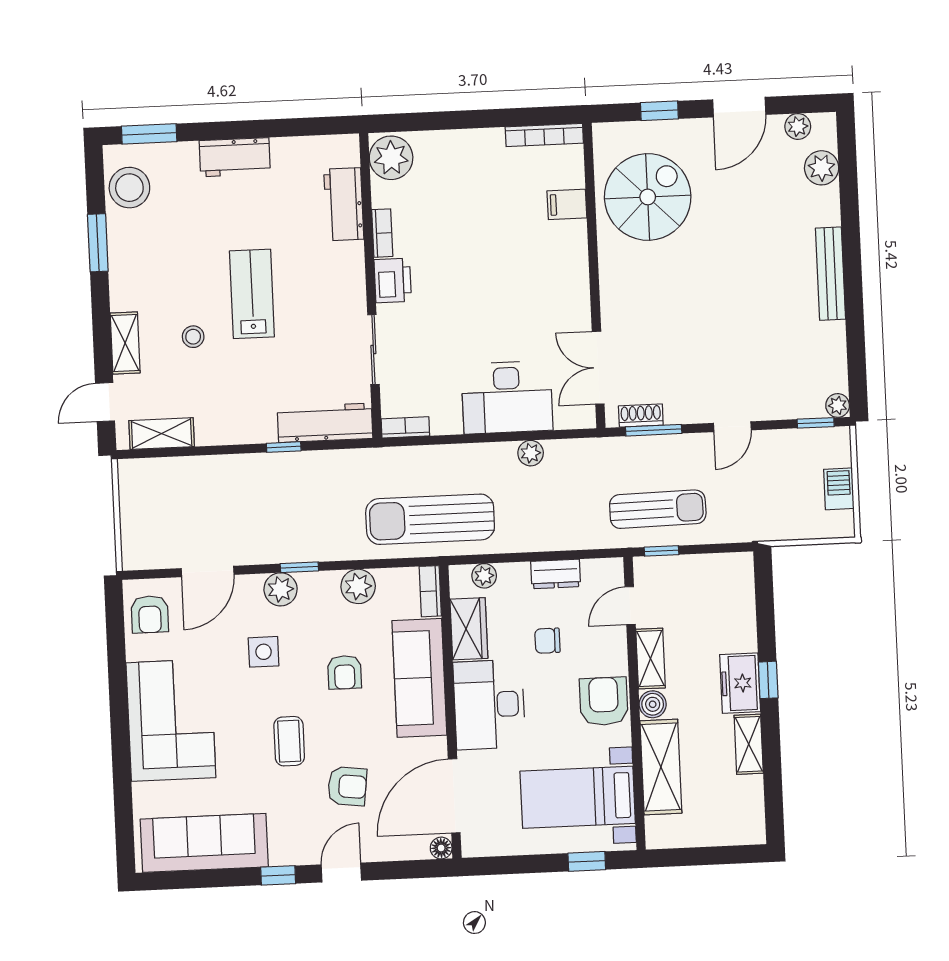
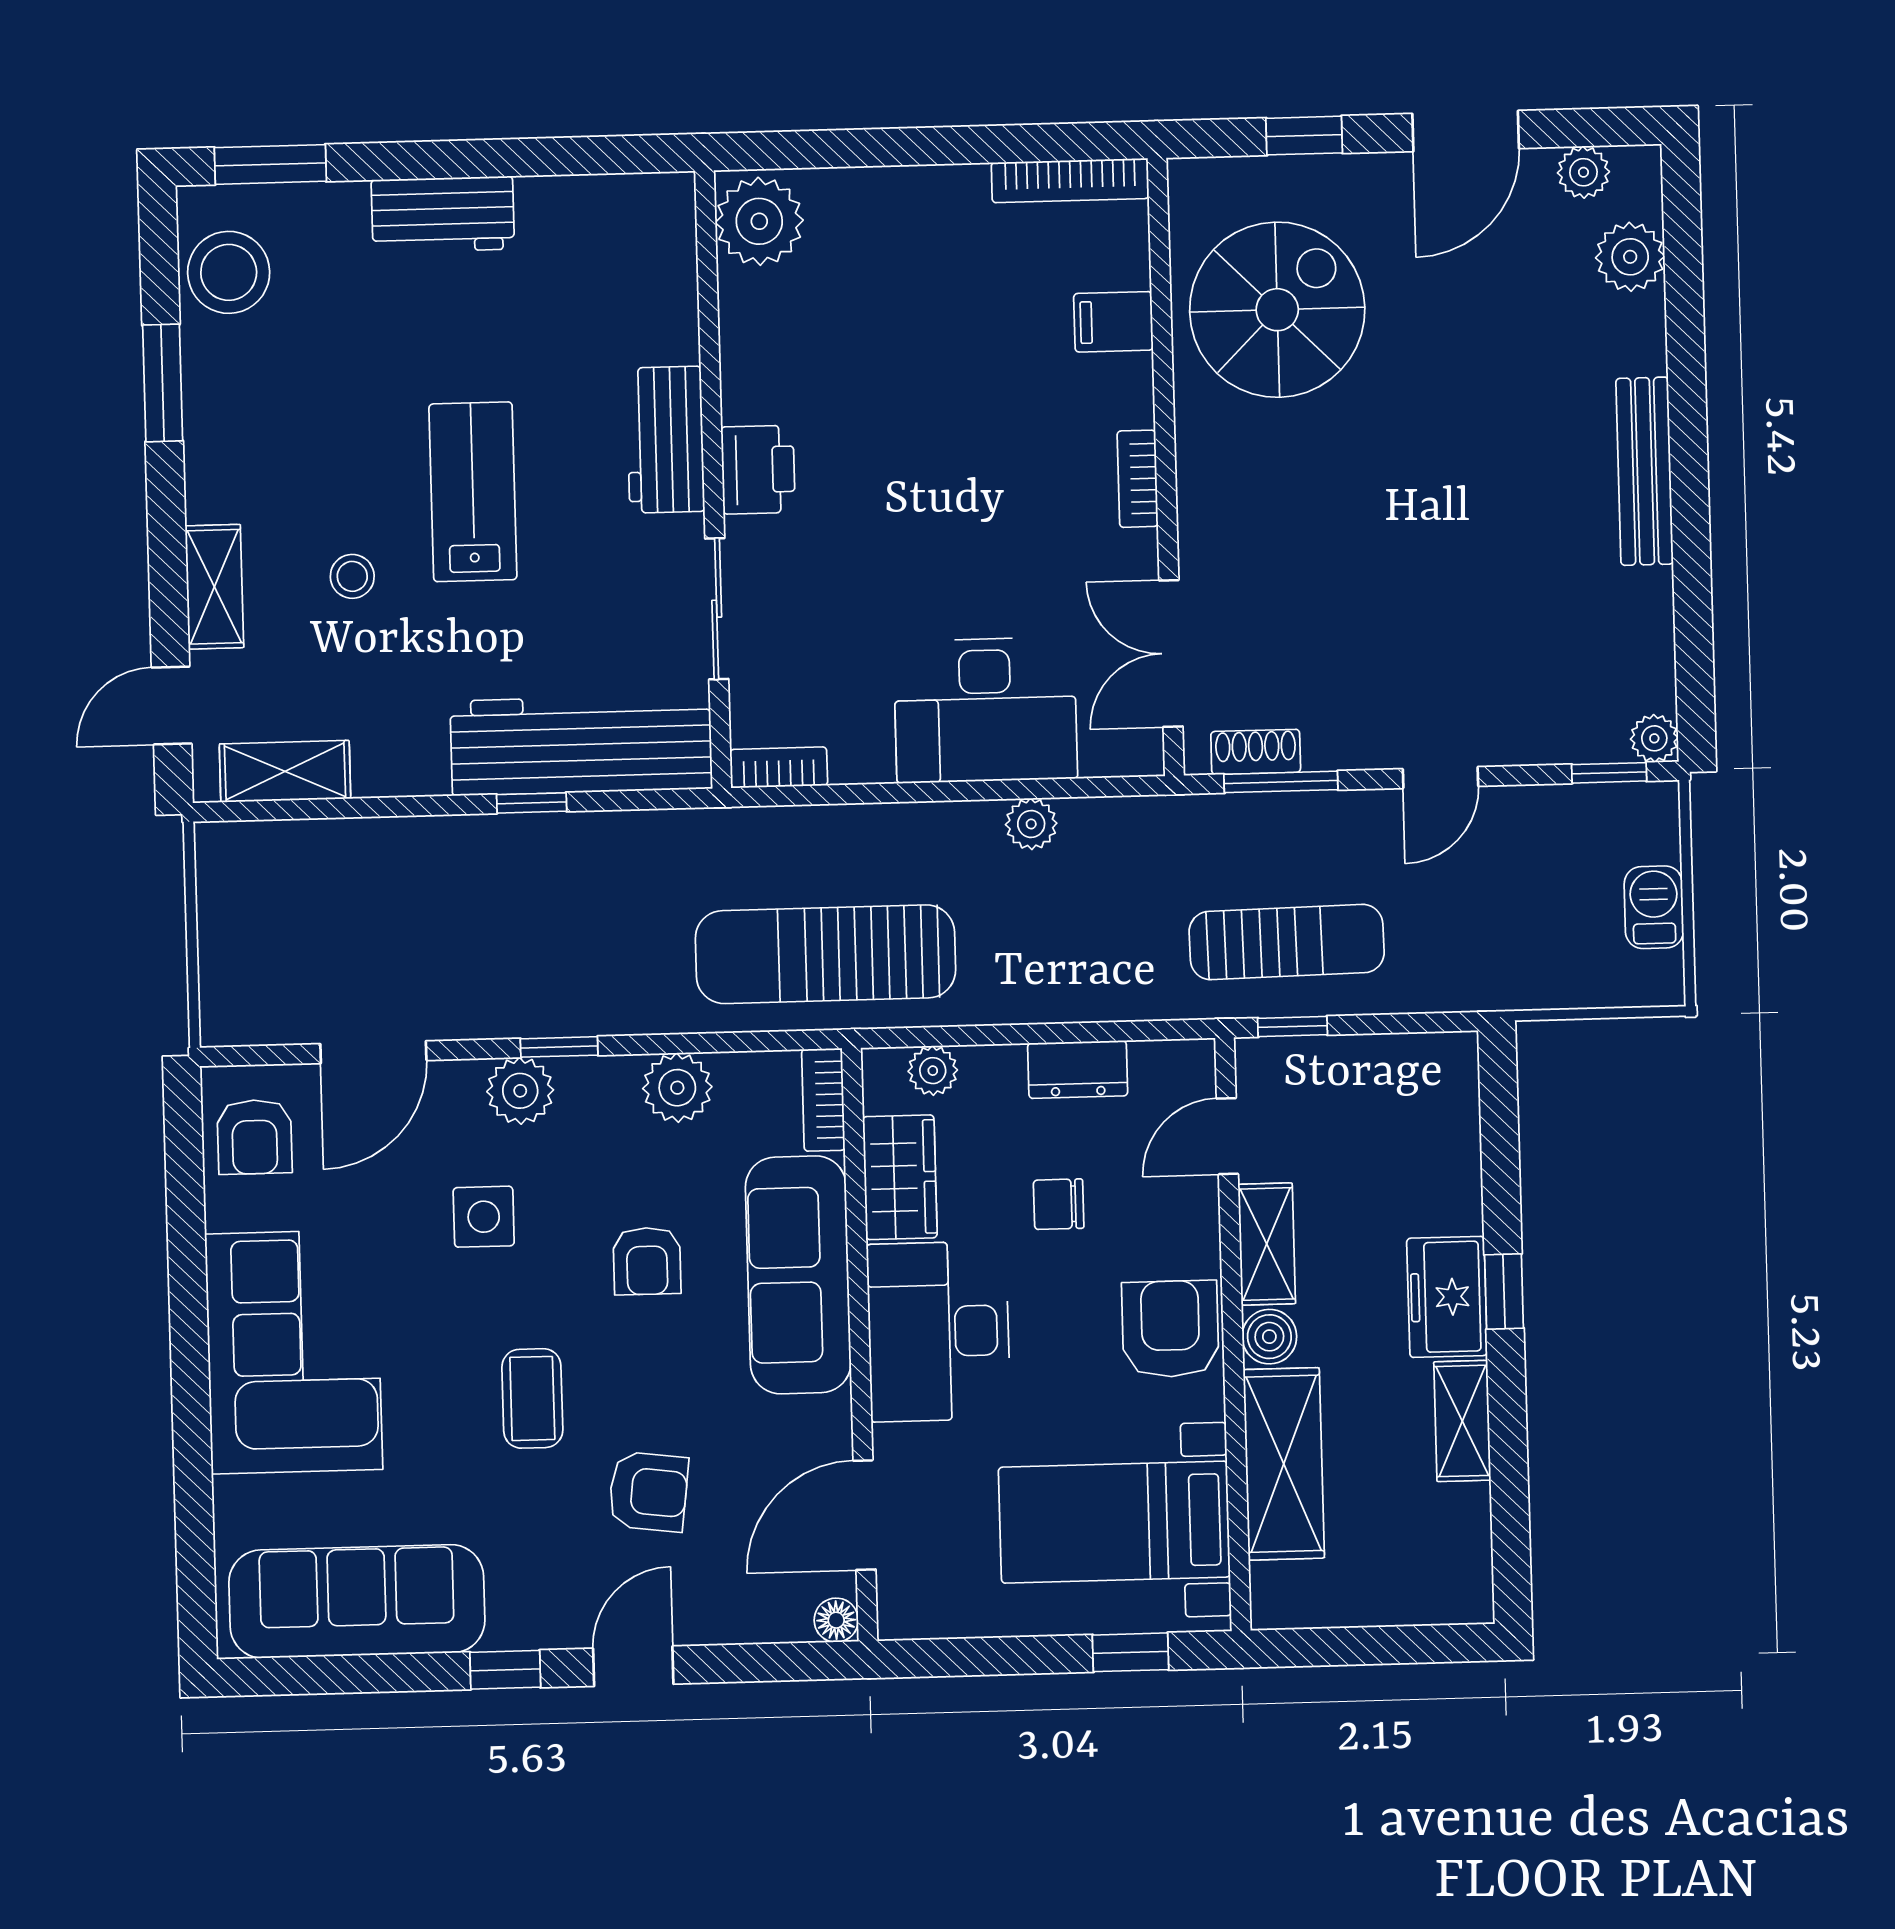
workbench: (344, 204) -> (665, 440), moved
bookcase: (382, 233) -> (1138, 479), moved, turned 180
workbench: (325, 423) -> (581, 745), width x1.36, depth x1.32
door: (454, 796) -> (864, 1515), width x0.73

